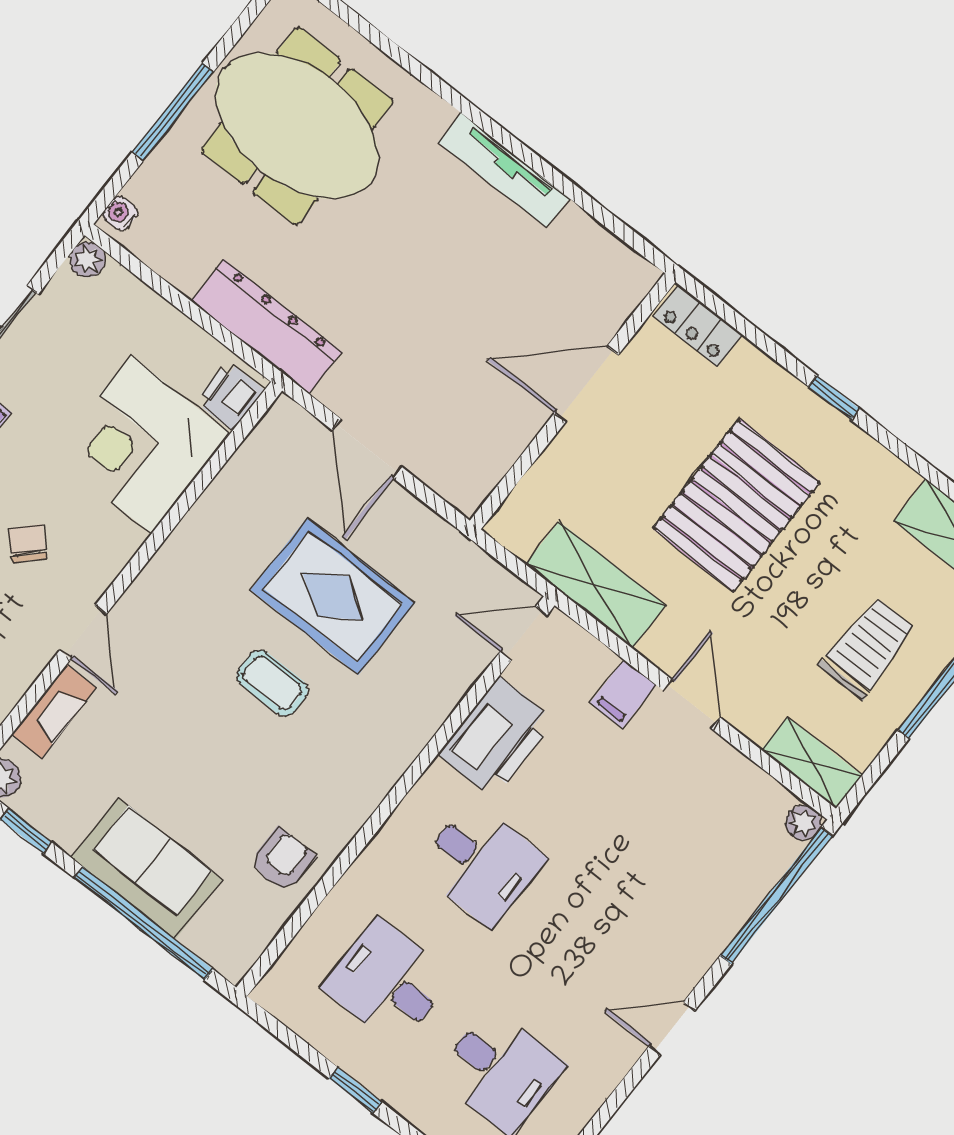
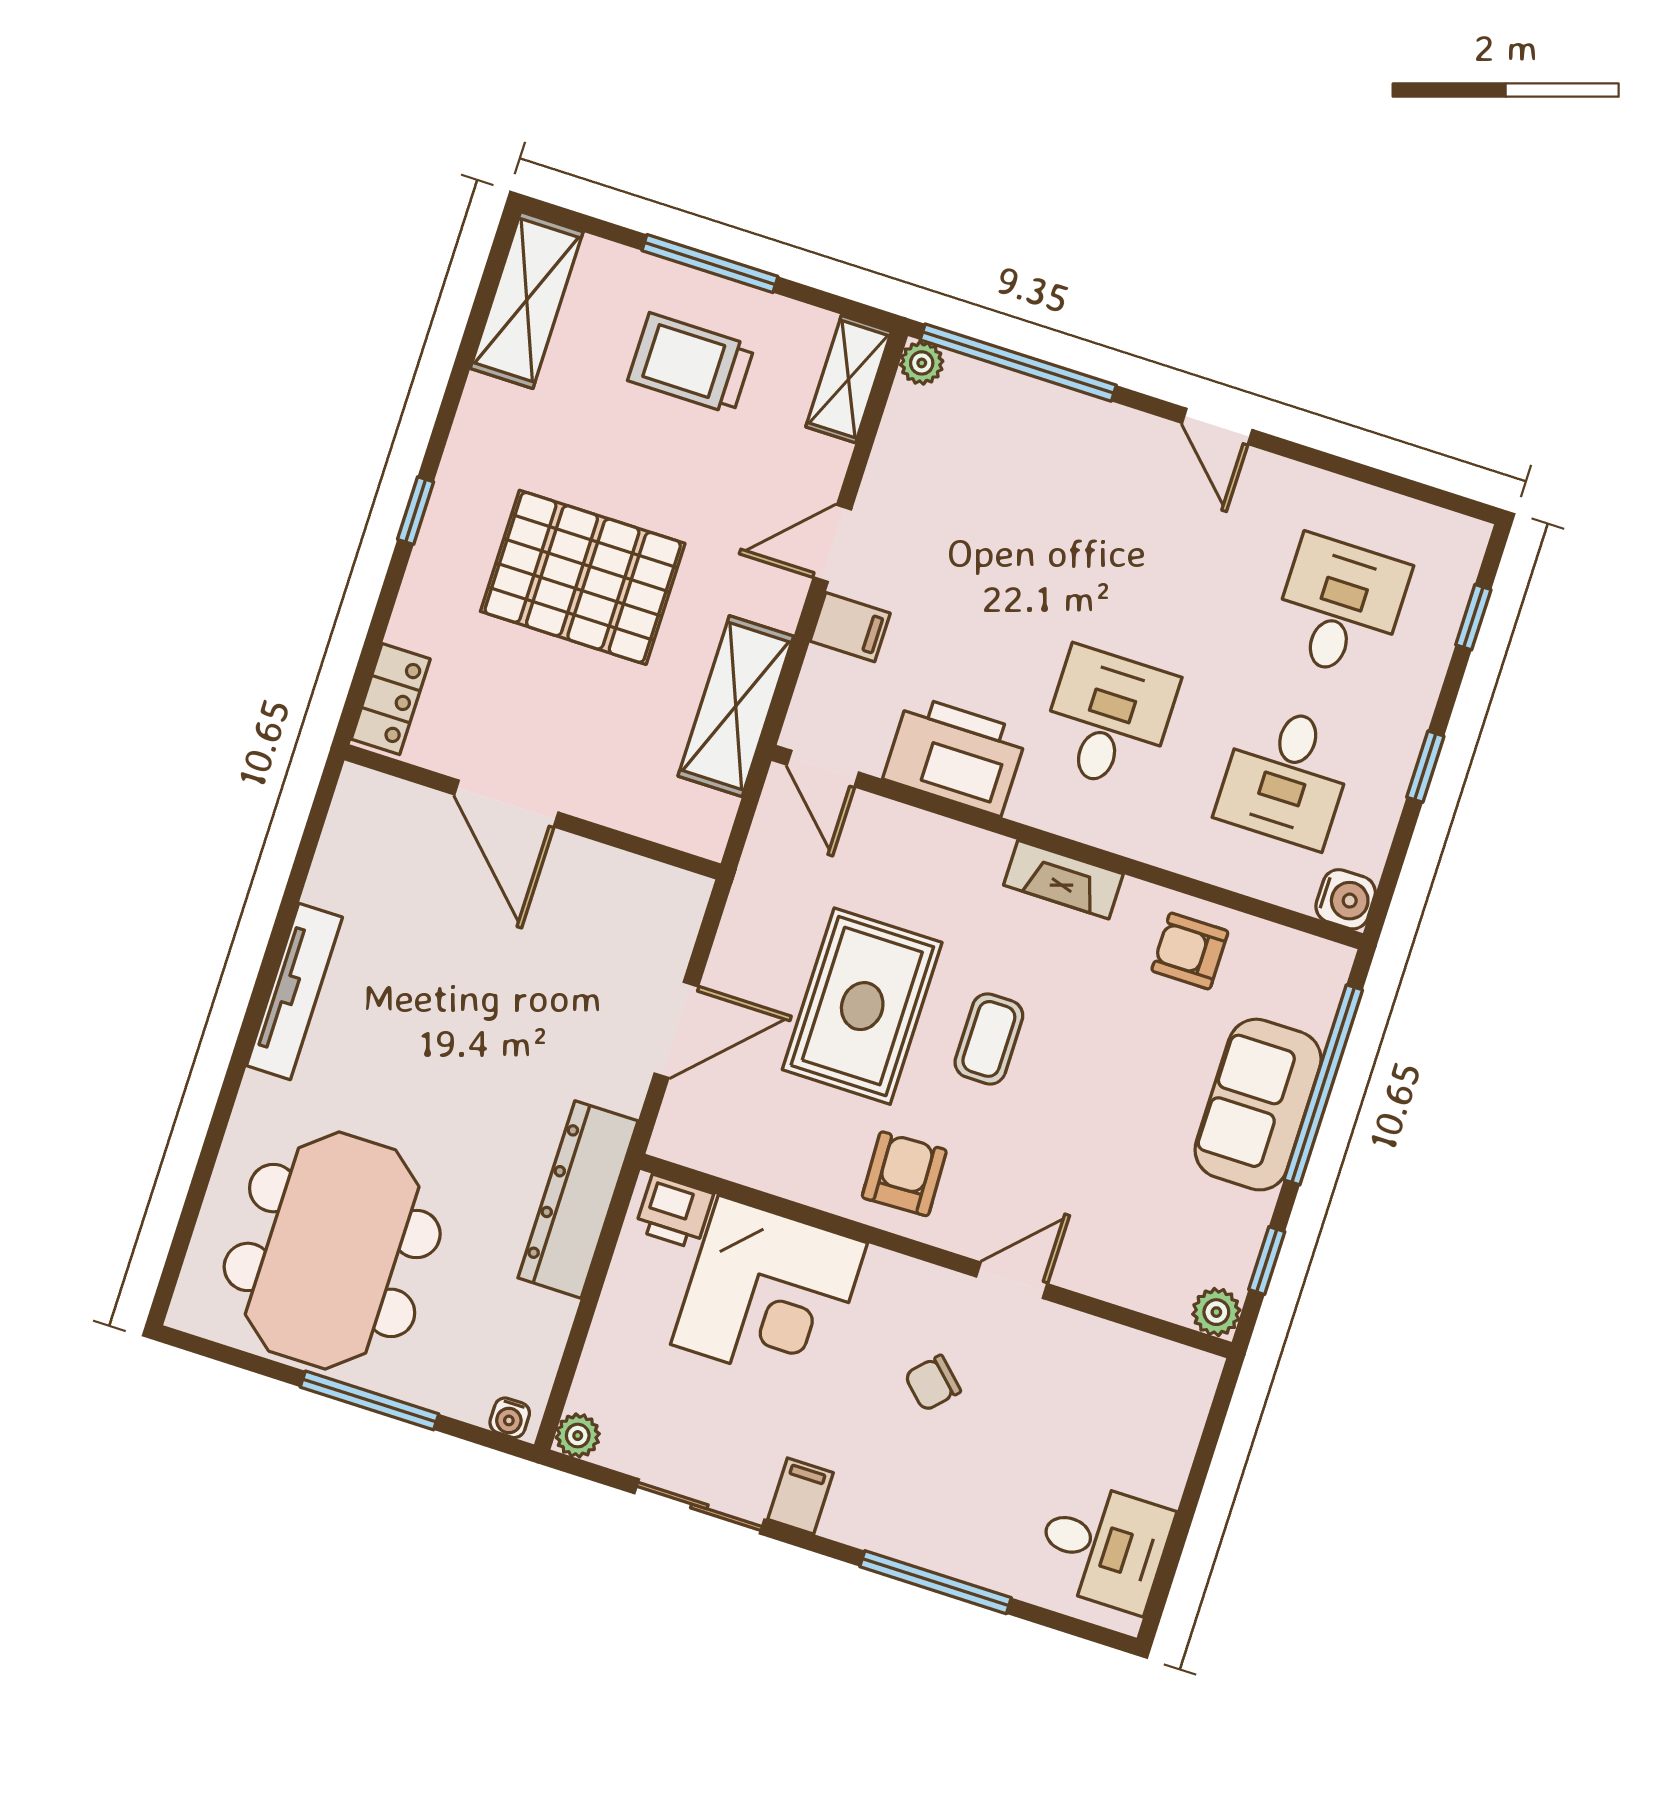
armchair: (194, 581) -> (904, 1174), added
fireplace: (54, 711) -> (1063, 880), moved, turned 180
water cooler: (277, 992) -> (1346, 899), added

